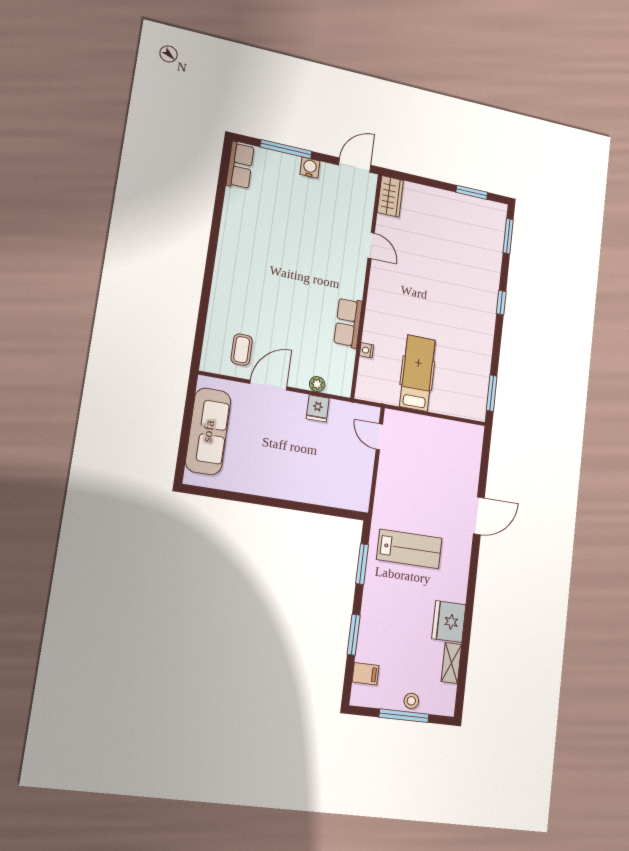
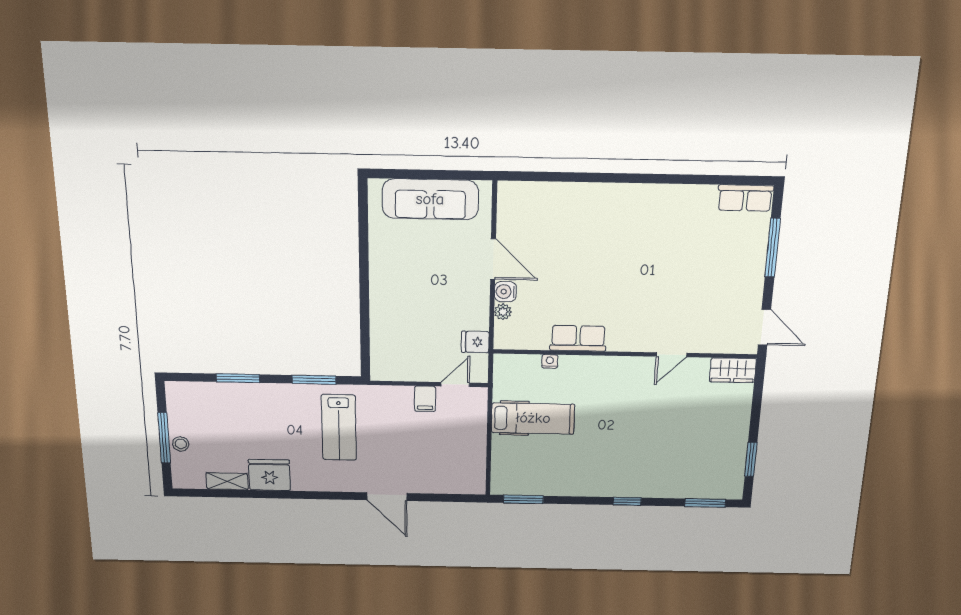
water cooler: (310, 168) -> (505, 292), moved, turned 180
coffee table: (242, 350) -> (529, 225), removed
fridge: (318, 408) -> (475, 342), moved
filing cabinet: (365, 674) -> (425, 399), moved

